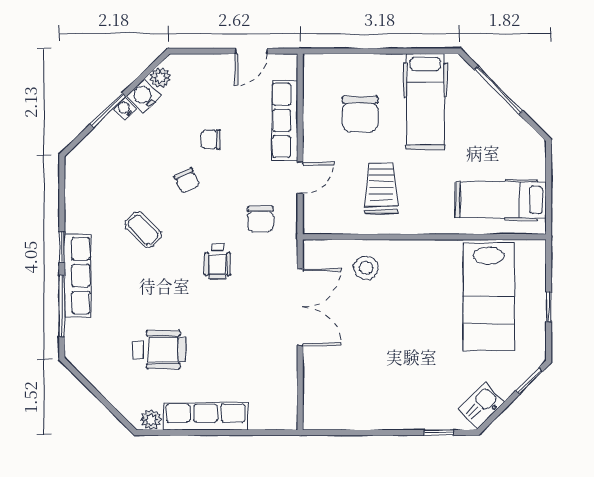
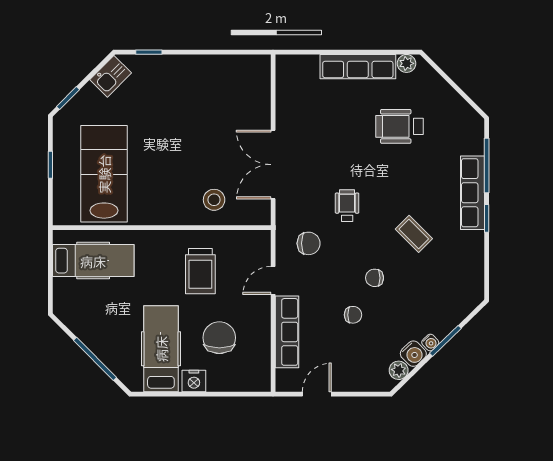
nightstand: (388, 66) -> (194, 381), added
chair: (187, 181) -> (375, 278), turned -64
chair: (260, 219) -> (309, 243), turned 90

